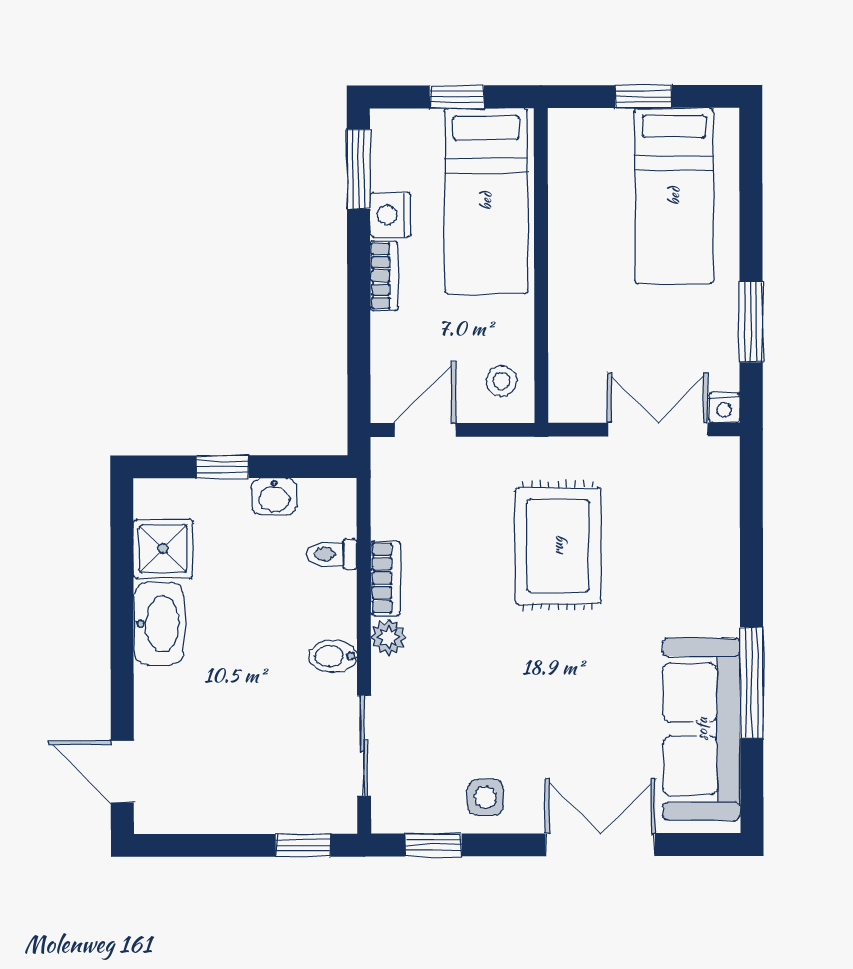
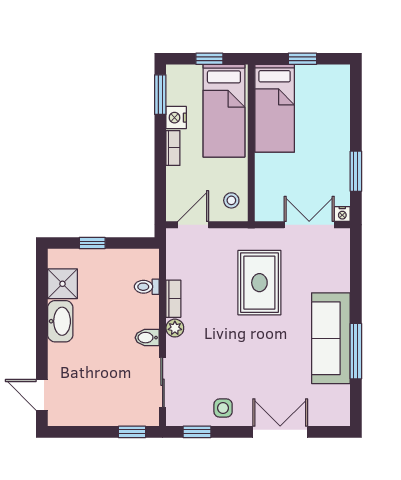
bed: (674, 196) -> (275, 108), moved
washbasin: (274, 497) -> (118, 258), removed
sofa: (702, 729) -> (331, 338), moved

